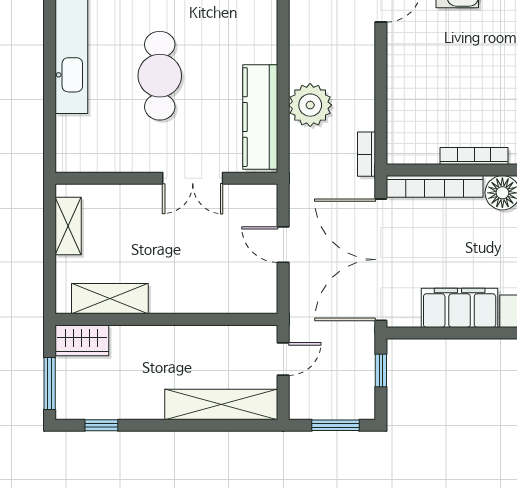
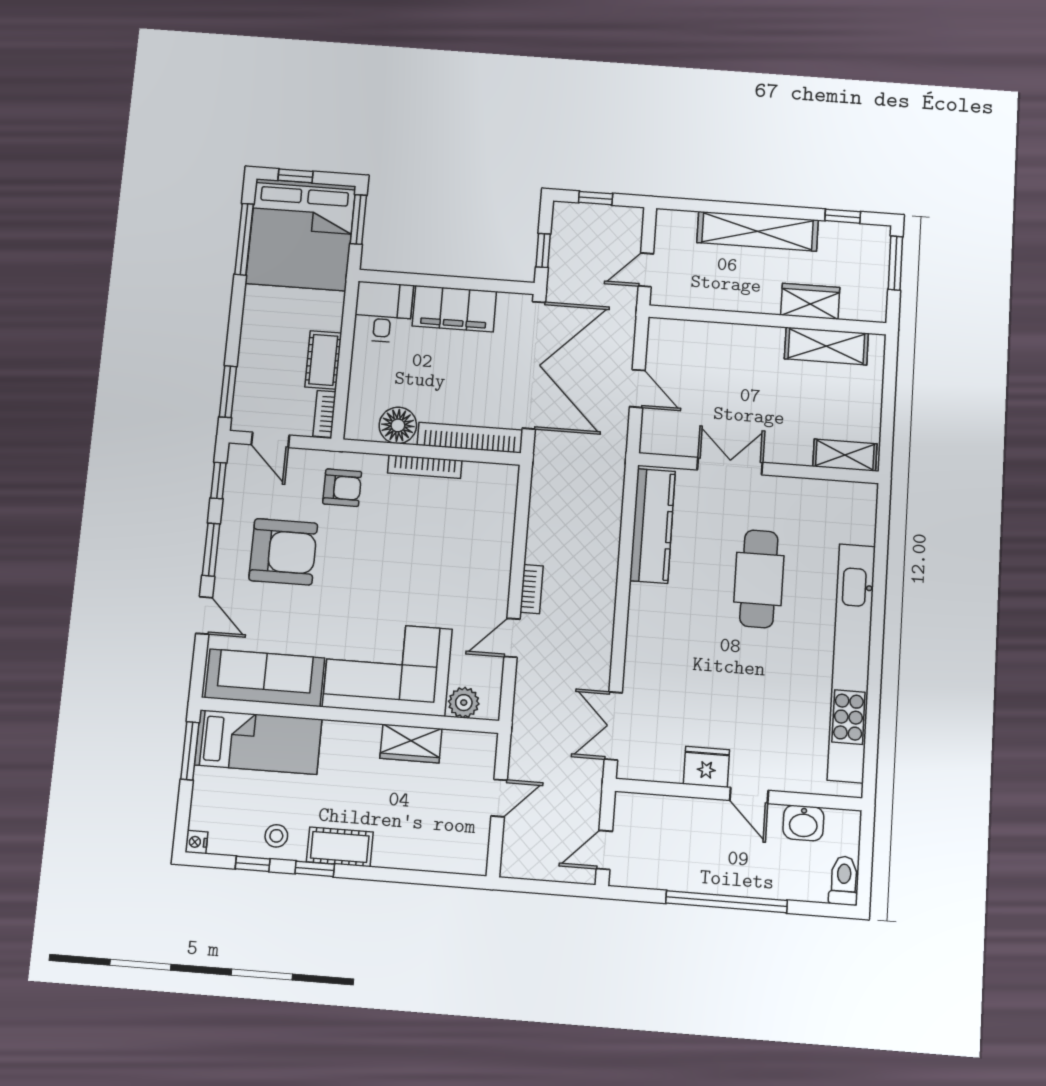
plant: (310, 105) -> (597, 535), removed
bookcase: (367, 154) -> (532, 589), moved
shelving: (68, 226) -> (845, 455), moved, turned 90
wardrobe: (82, 340) -> (810, 301), moved
shelving: (221, 405) -> (758, 231), moved
window: (335, 425) -> (596, 198), width x0.67

